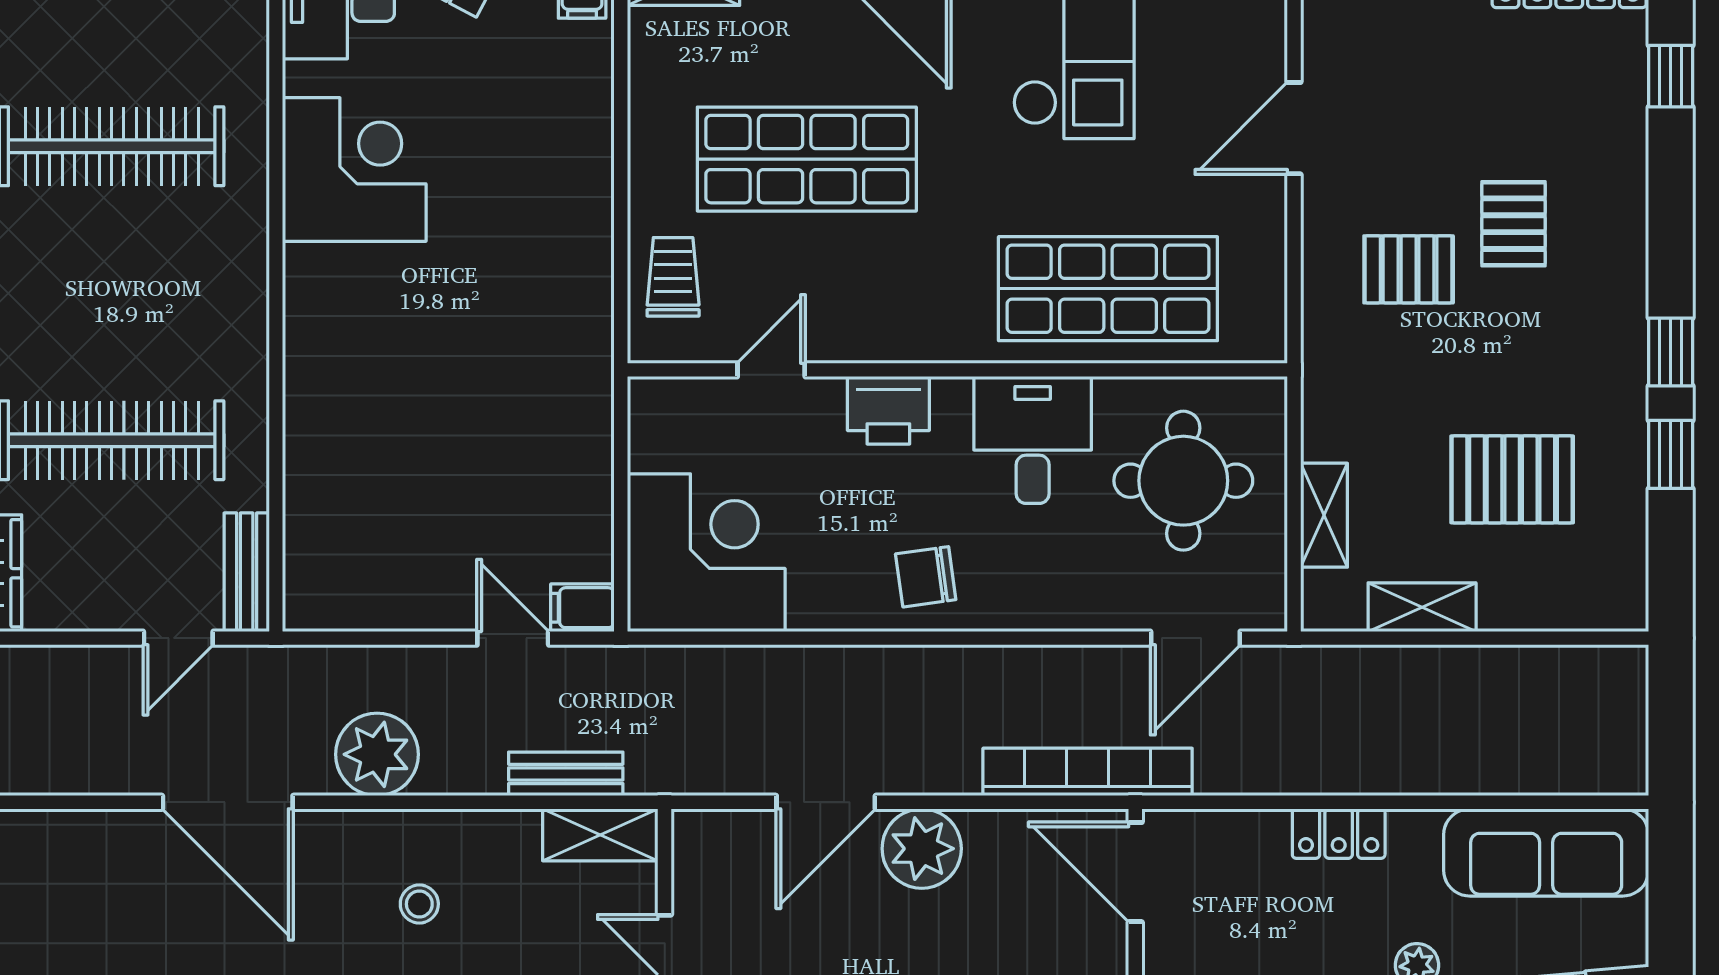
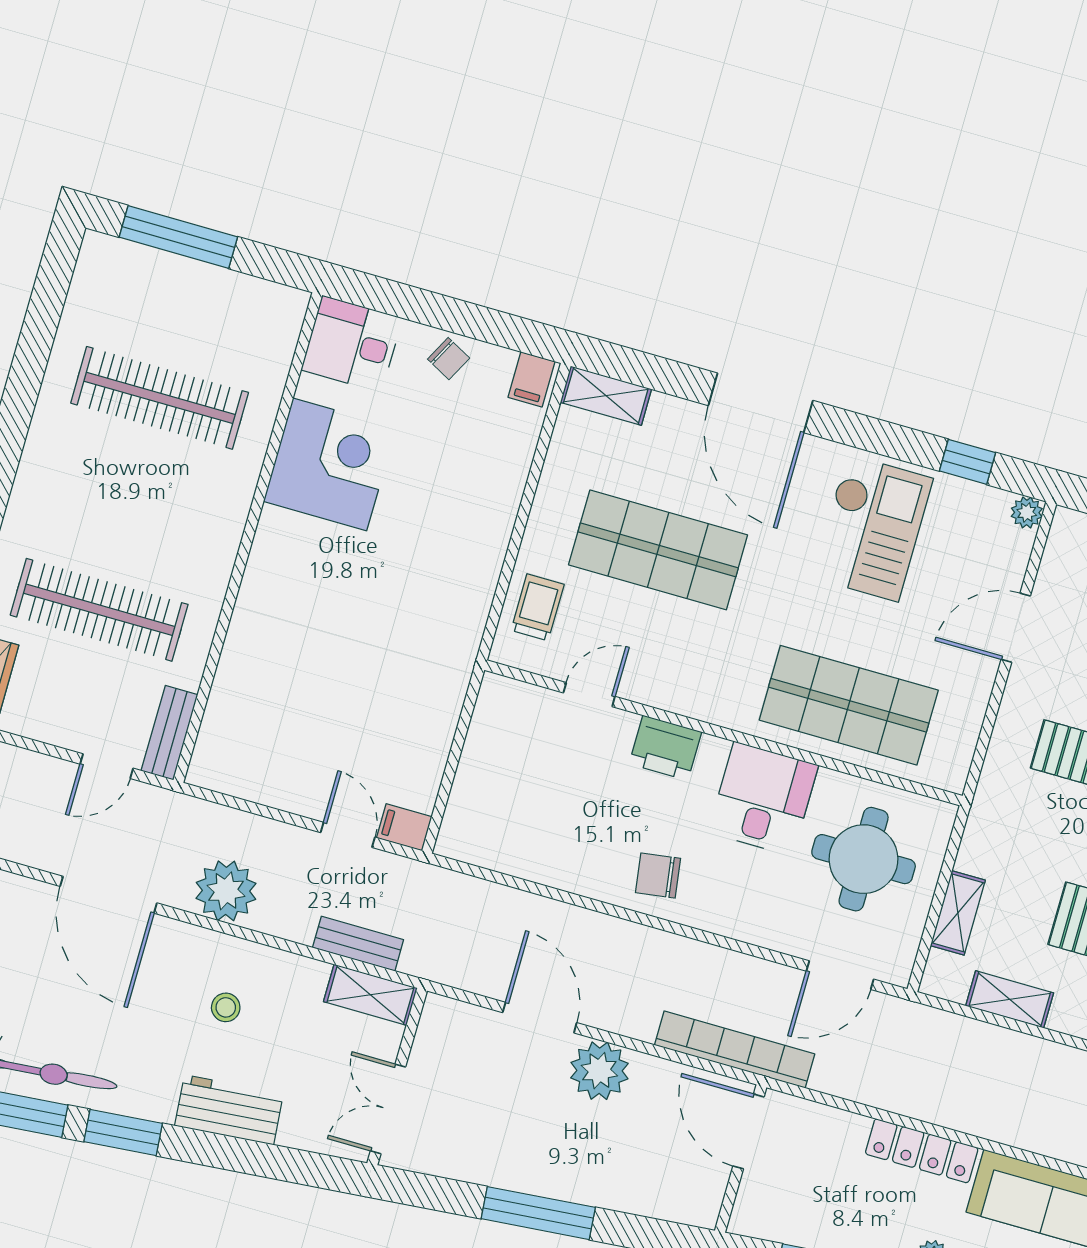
corner desk: (706, 553) -> (505, 813), removed
door: (826, 802) -> (540, 1018), swing flipped
locker: (1339, 834) -> (922, 1151), width x1.53

